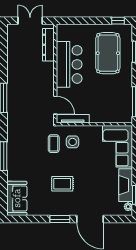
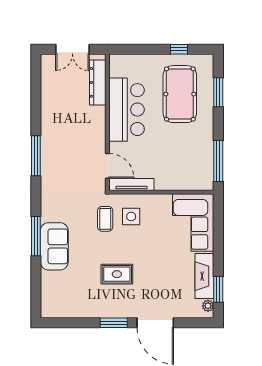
double door: (30, 21) -> (72, 49), swing flipped
window: (118, 21) -> (179, 49), moved
sofa: (17, 198) -> (54, 246), moved

